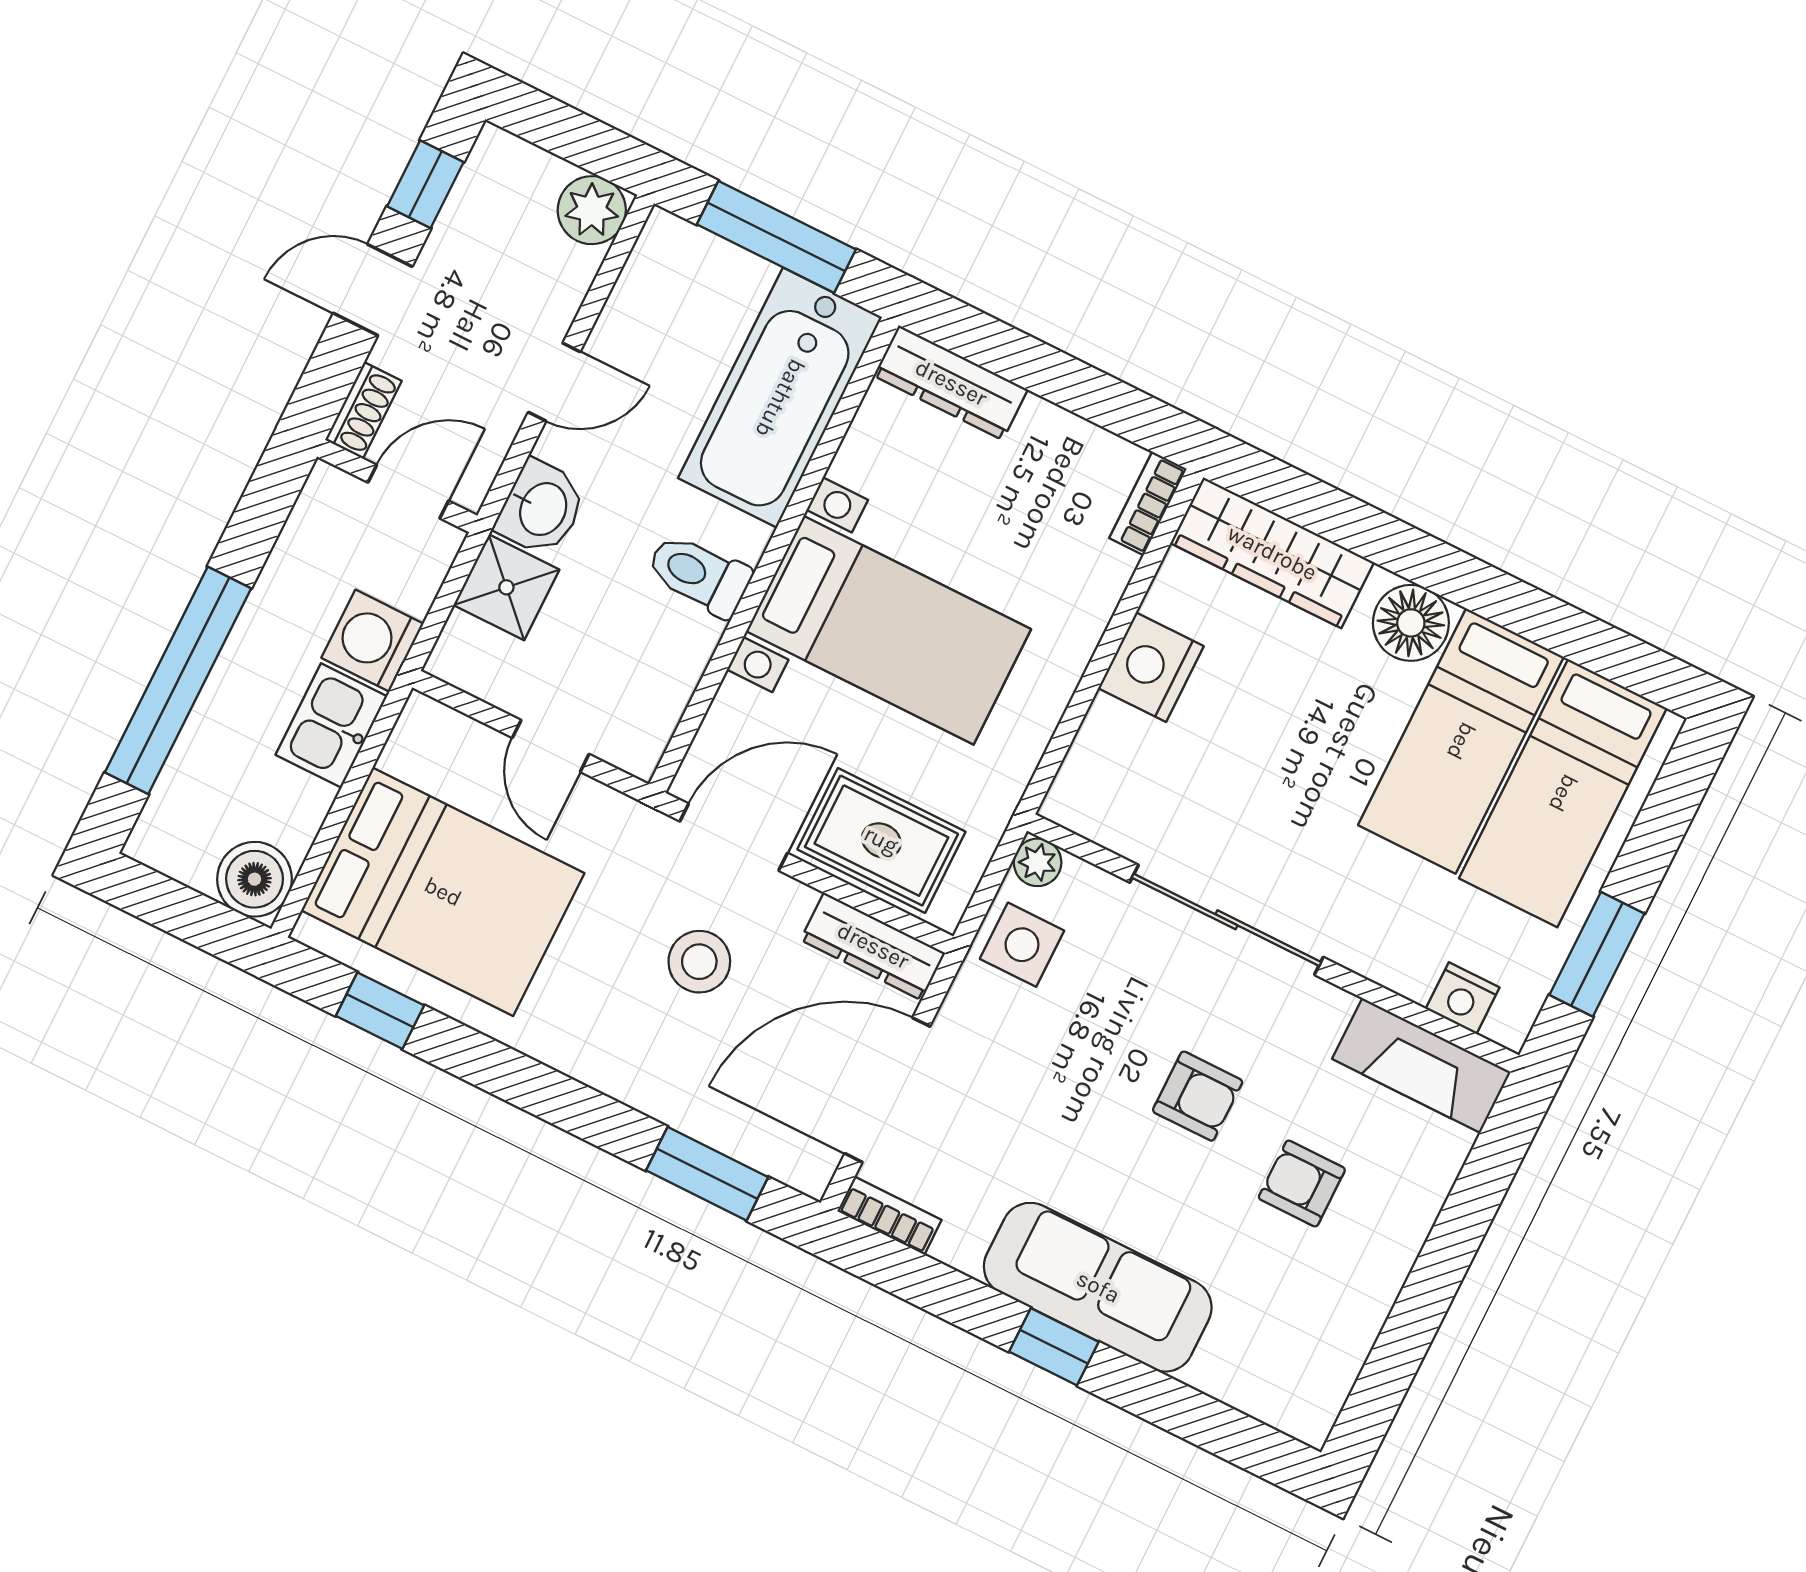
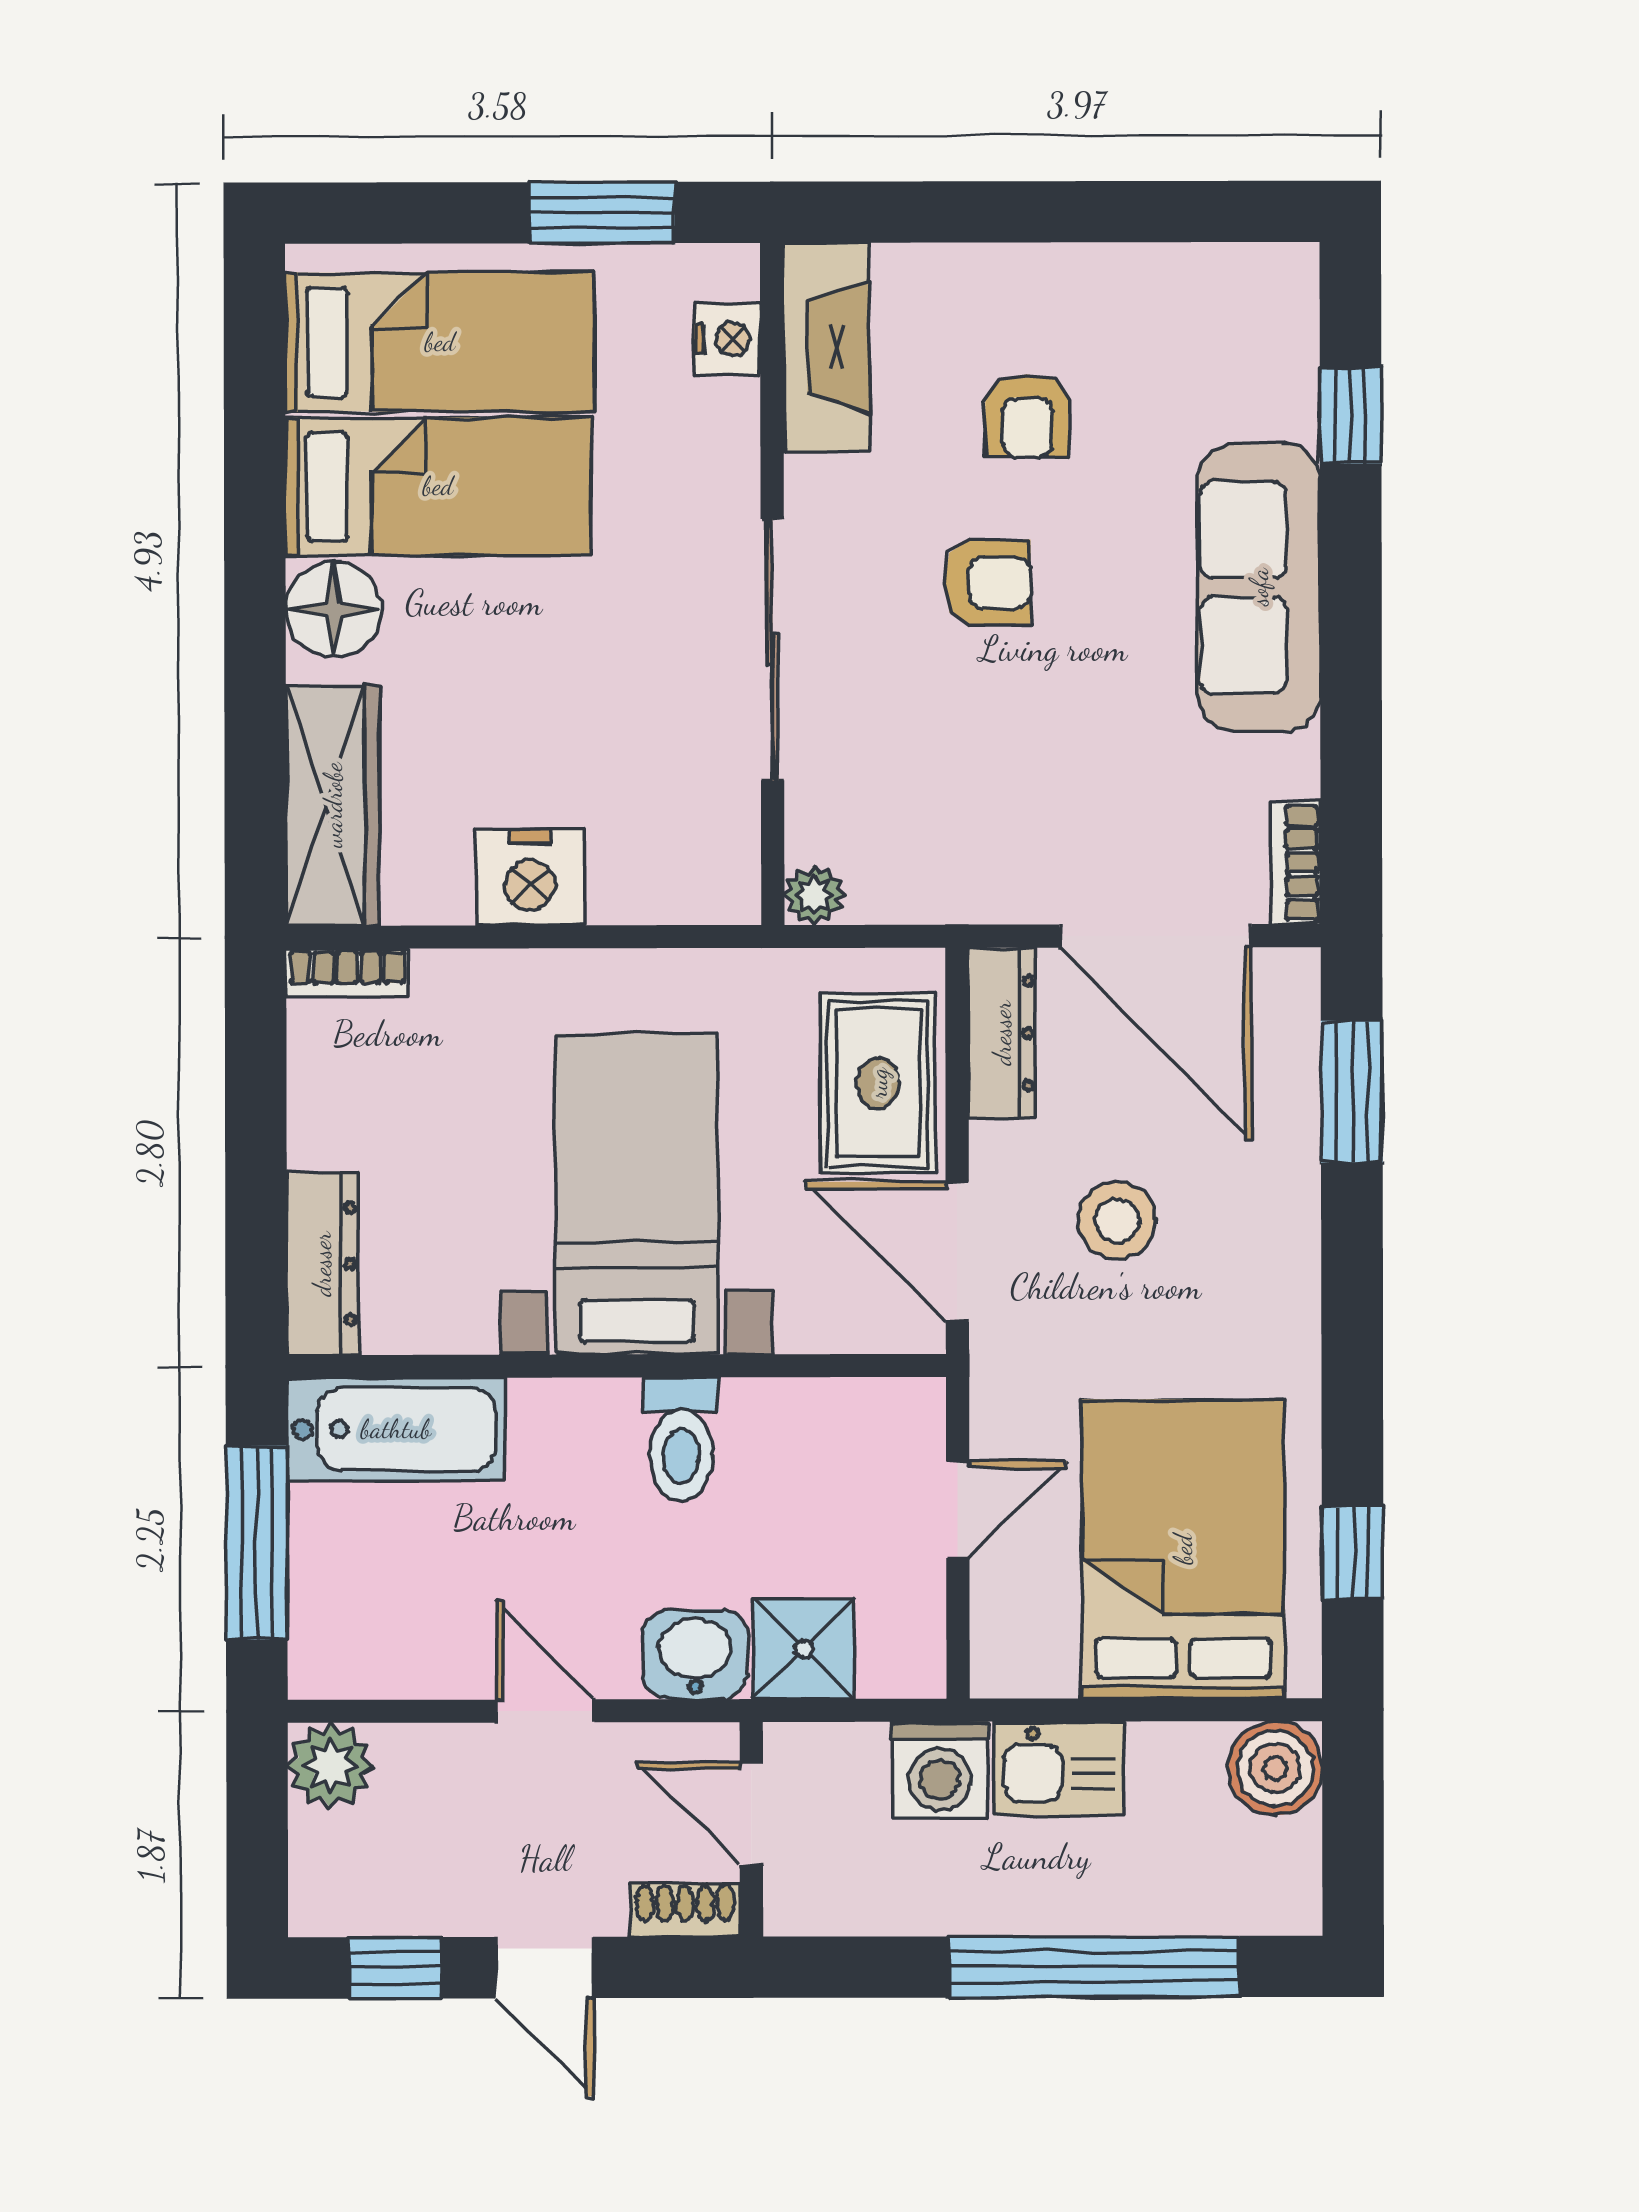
bathtub: (780, 398) -> (396, 1429), width x0.73, depth x0.73
side table: (1022, 945) -> (916, 866), removed
armchair: (1198, 1096) -> (987, 583), turned 90
window: (1054, 1347) -> (1351, 416), moved

